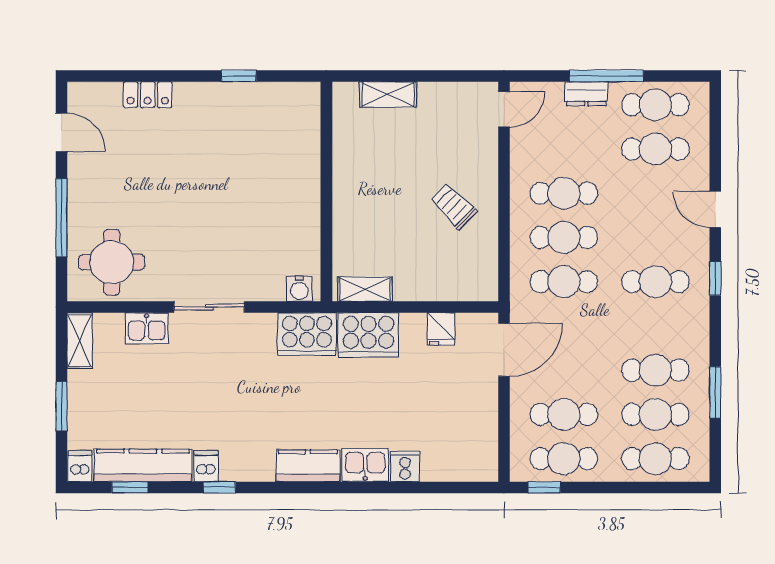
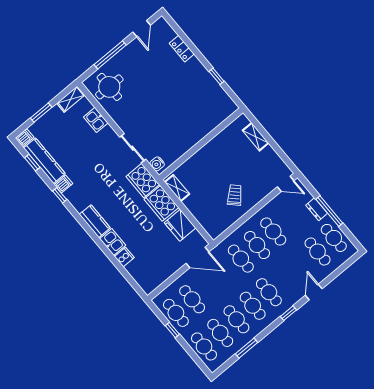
sliding door: (209, 307) -> (133, 148), moved
cafe table: (655, 326) -> (253, 306), added
fridge: (441, 329) -> (180, 225), width x1.88, depth x1.34
window: (544, 487) -> (172, 330), moved

